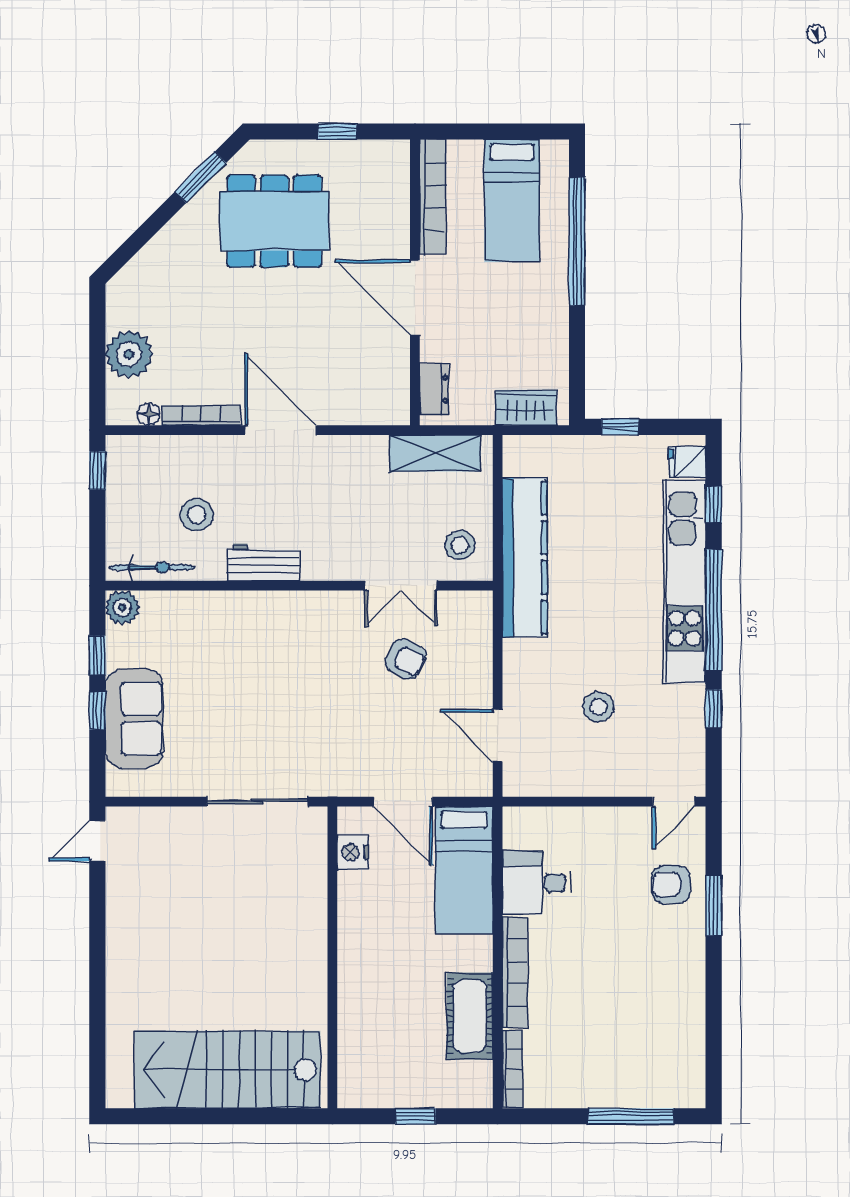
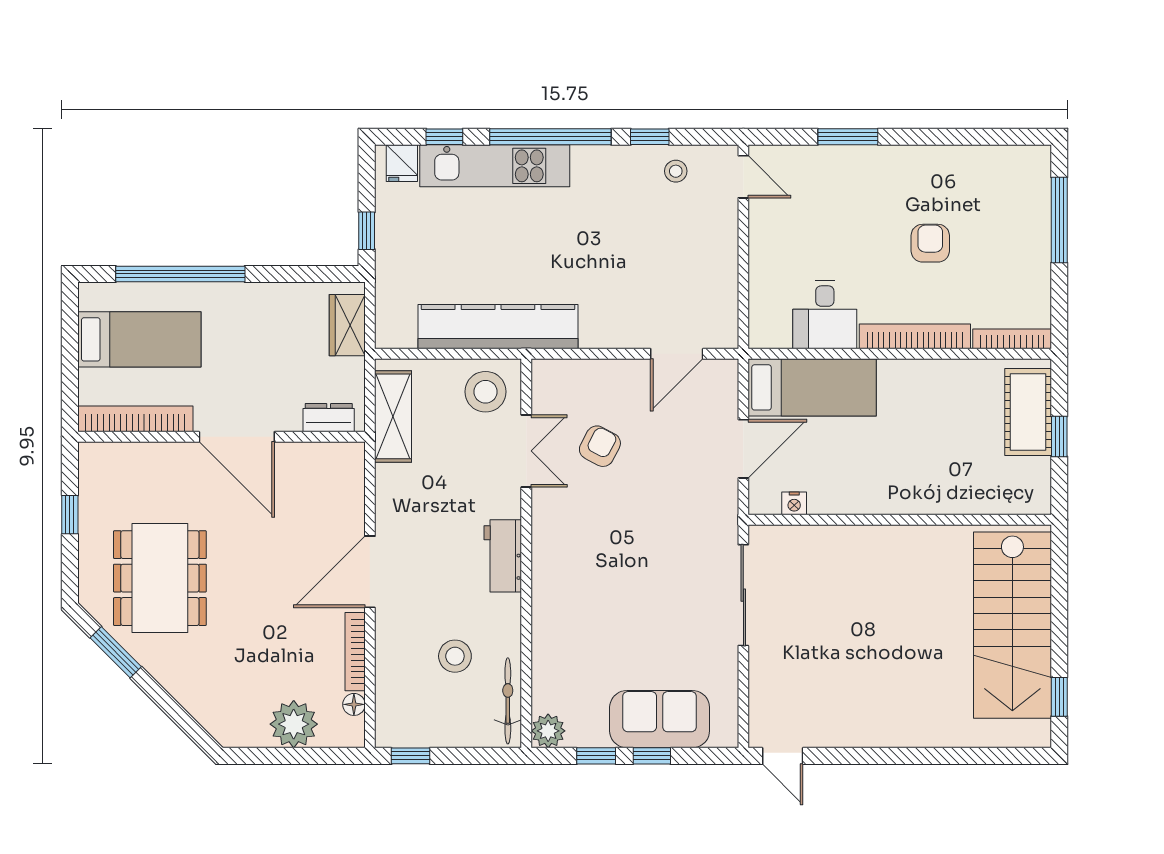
door: (415, 298) -> (237, 437), hinge flipped
stool: (460, 545) -> (486, 392), width x1.38, depth x1.38
workbench: (263, 562) -> (503, 556), moved
kitchen unit: (685, 582) -> (495, 166), width x0.73
stool: (599, 707) -> (676, 171), moved, width x0.73, depth x0.73
nightstand: (353, 852) -> (794, 503), width x0.72, depth x0.74
armchair: (671, 885) -> (930, 243), moved, turned 180
cot: (470, 1016) -> (1028, 412), moved, turned 90
window: (156, 1116) -> (1059, 697), added

